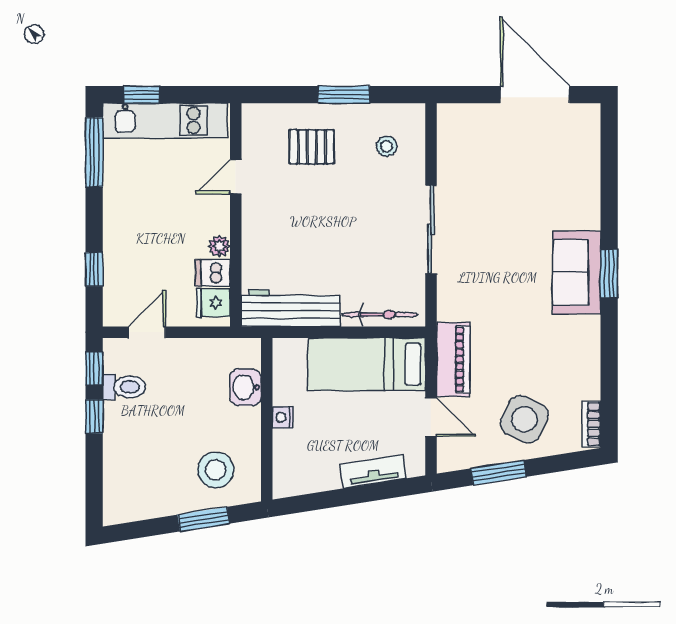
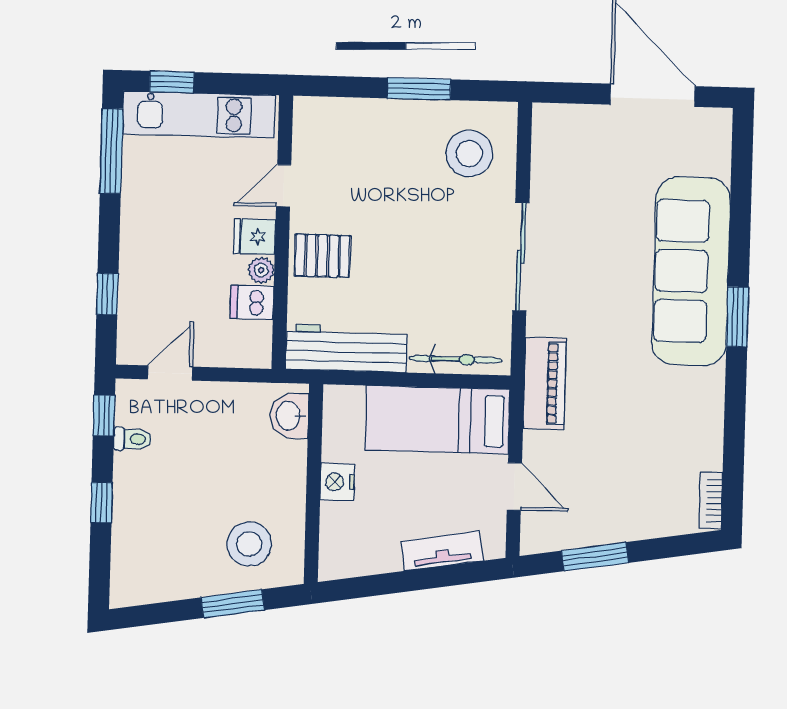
stool: (387, 146) -> (469, 154), width x1.89, depth x1.89
pallet: (312, 147) -> (322, 256), moved
sofa: (577, 272) -> (691, 271), width x1.85, depth x1.27
fridge: (213, 303) -> (255, 237), moved
piano: (453, 359) -> (545, 383), moved
toilet: (124, 387) -> (133, 439), width x0.73, depth x0.72
washbasin: (246, 387) -> (289, 416), moved
window: (94, 416) -> (102, 503), moved
nightstand: (283, 417) -> (337, 482), width x1.39, depth x1.35
side table: (524, 419) -> (629, 492), removed

